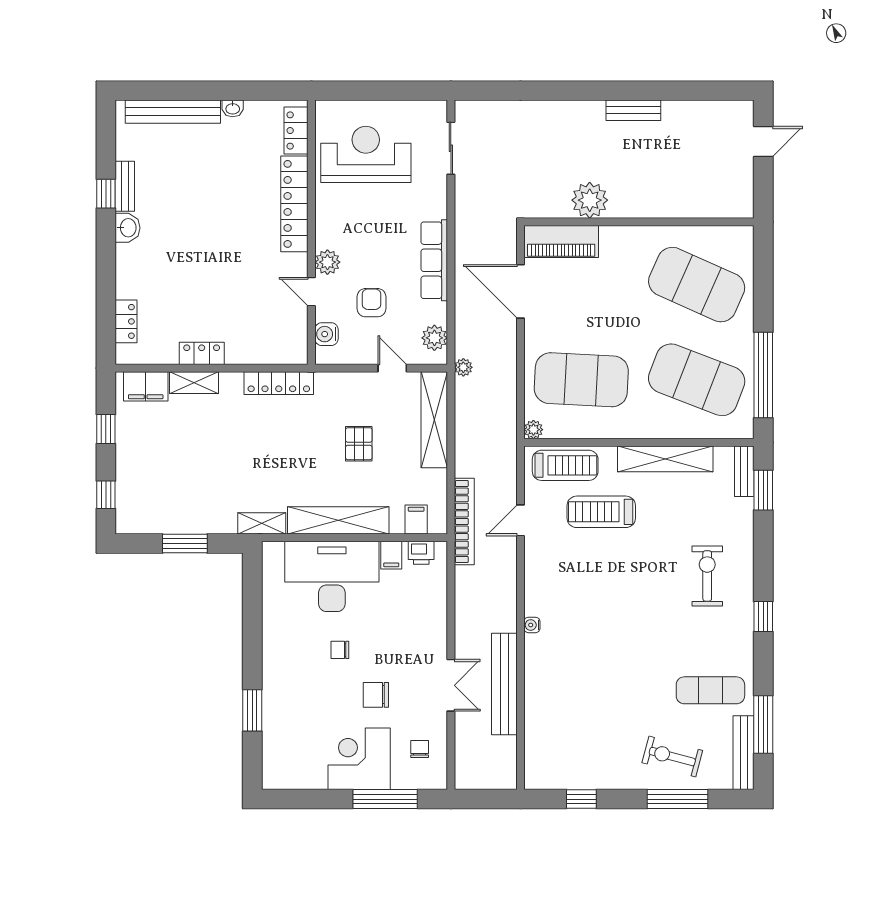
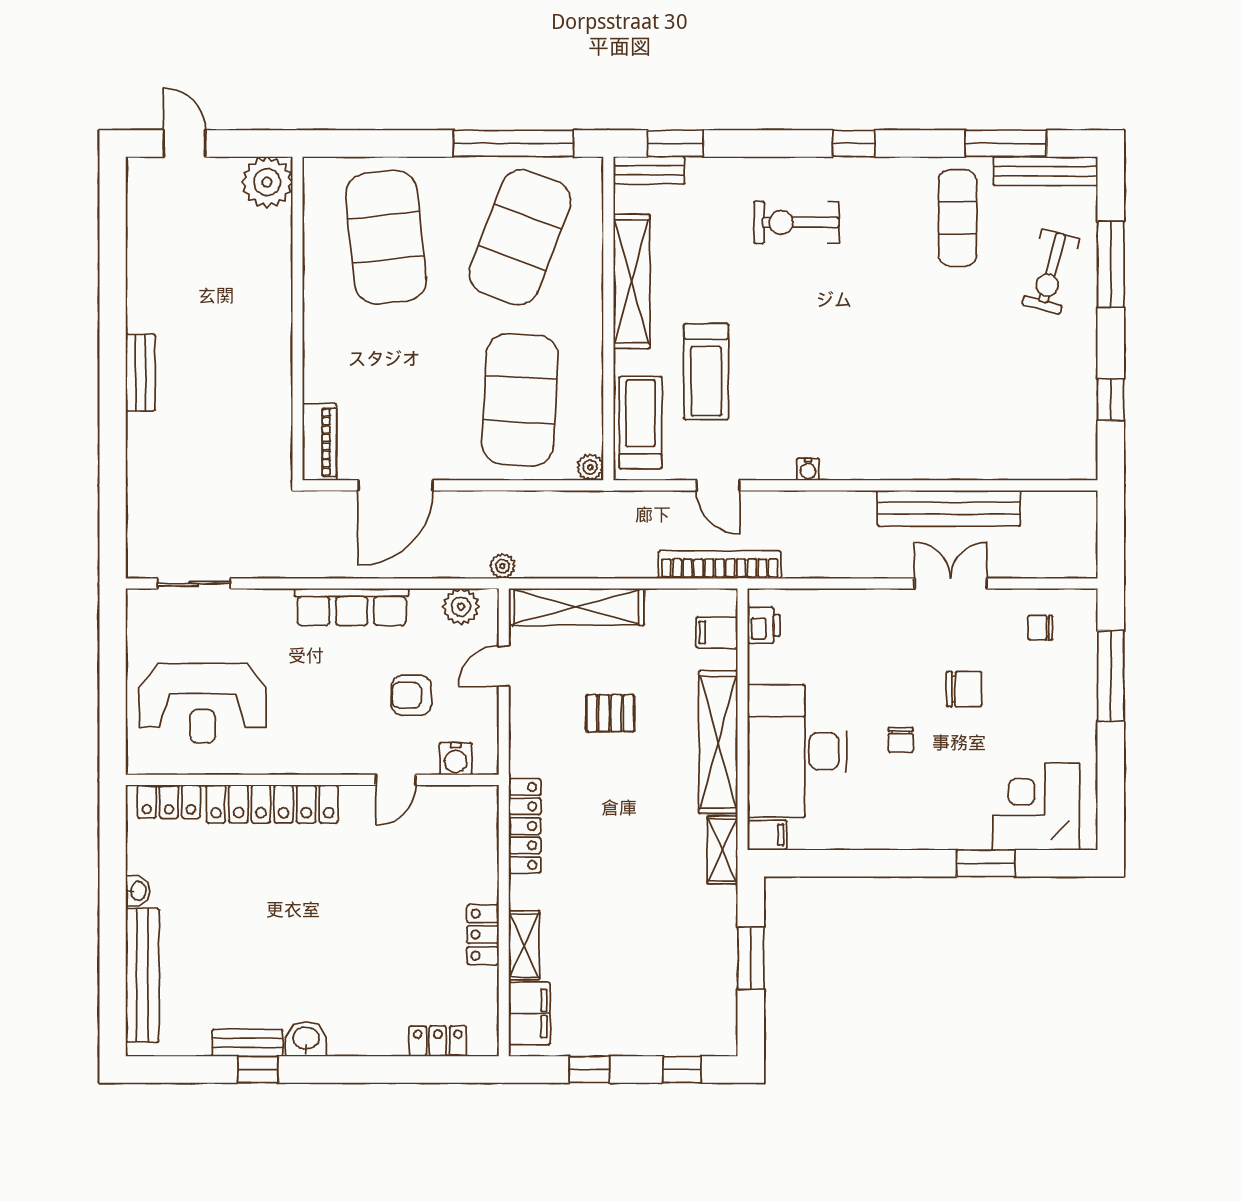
bench: (633, 110) -> (140, 373), moved
reception desk: (366, 154) -> (203, 703), turned -90
plant: (590, 200) -> (267, 182), moved
piano: (561, 241) -> (320, 442), width x0.73, depth x0.75
plant: (327, 262) -> (354, 757), removed
exercise mat: (697, 285) -> (386, 237), turned -30
filing cabinet: (391, 555) -> (767, 835), moved
water cooler: (532, 625) -> (808, 469), moved
chair: (376, 695) -> (964, 689), turned -90
corner desk: (359, 759) -> (1036, 807), moved, turned 90

